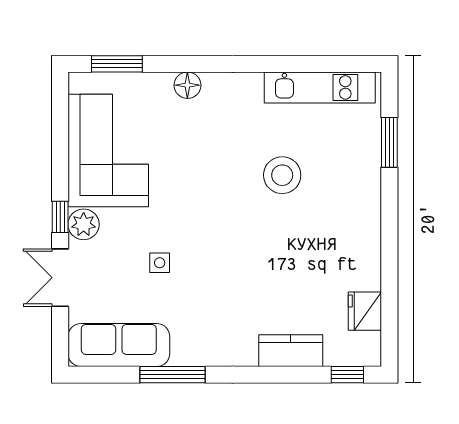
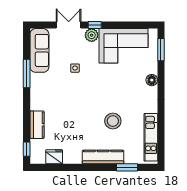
kitchen counter: (366, 198) -> (103, 157), added

